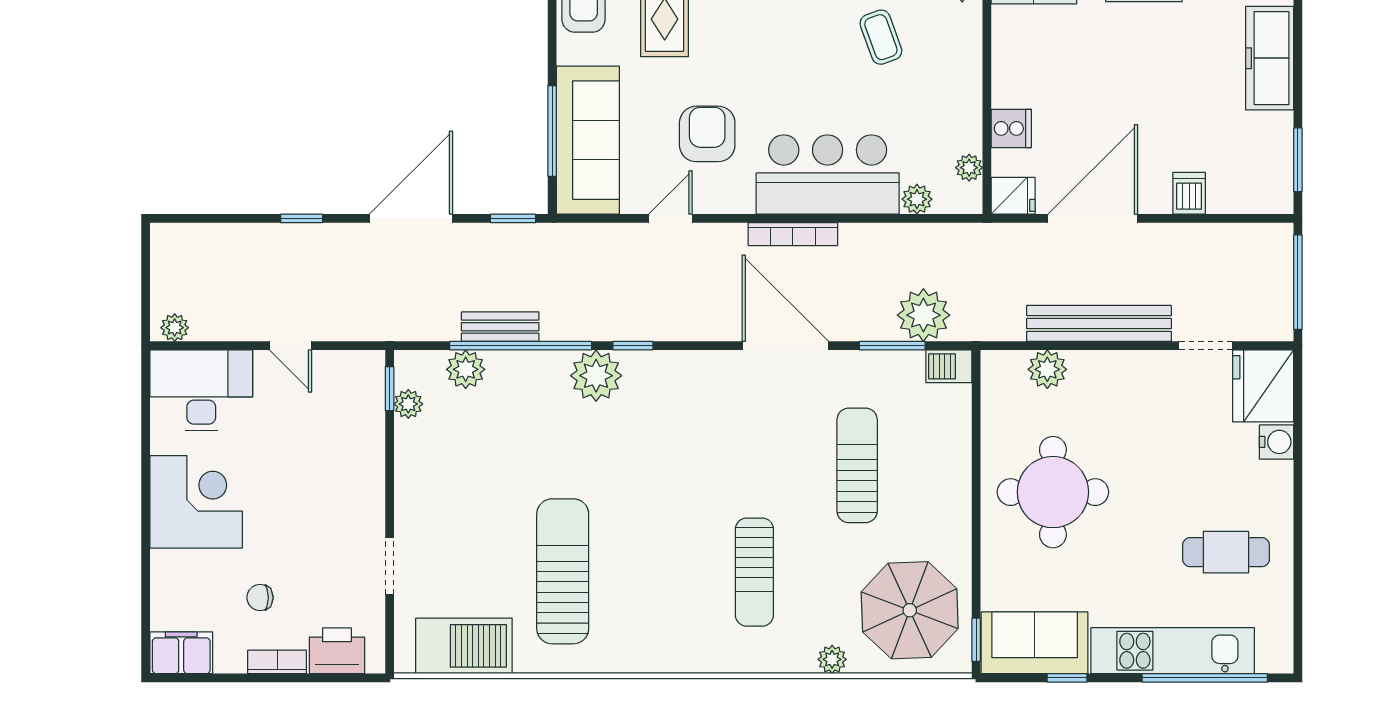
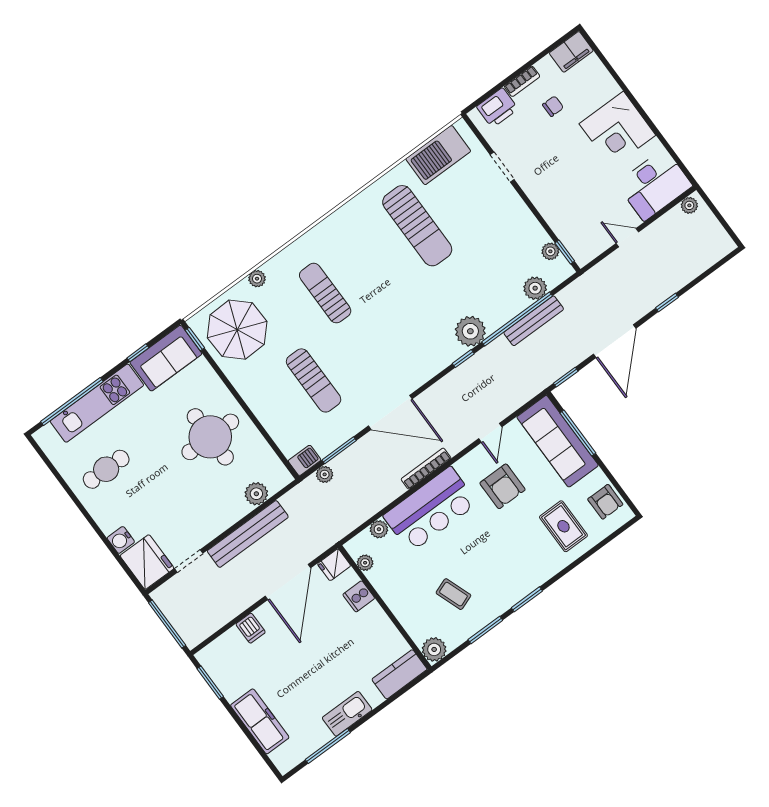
plant: (923, 315) -> (325, 474), width x0.53, depth x0.53
bench: (500, 327) -> (534, 321), width x1.36

